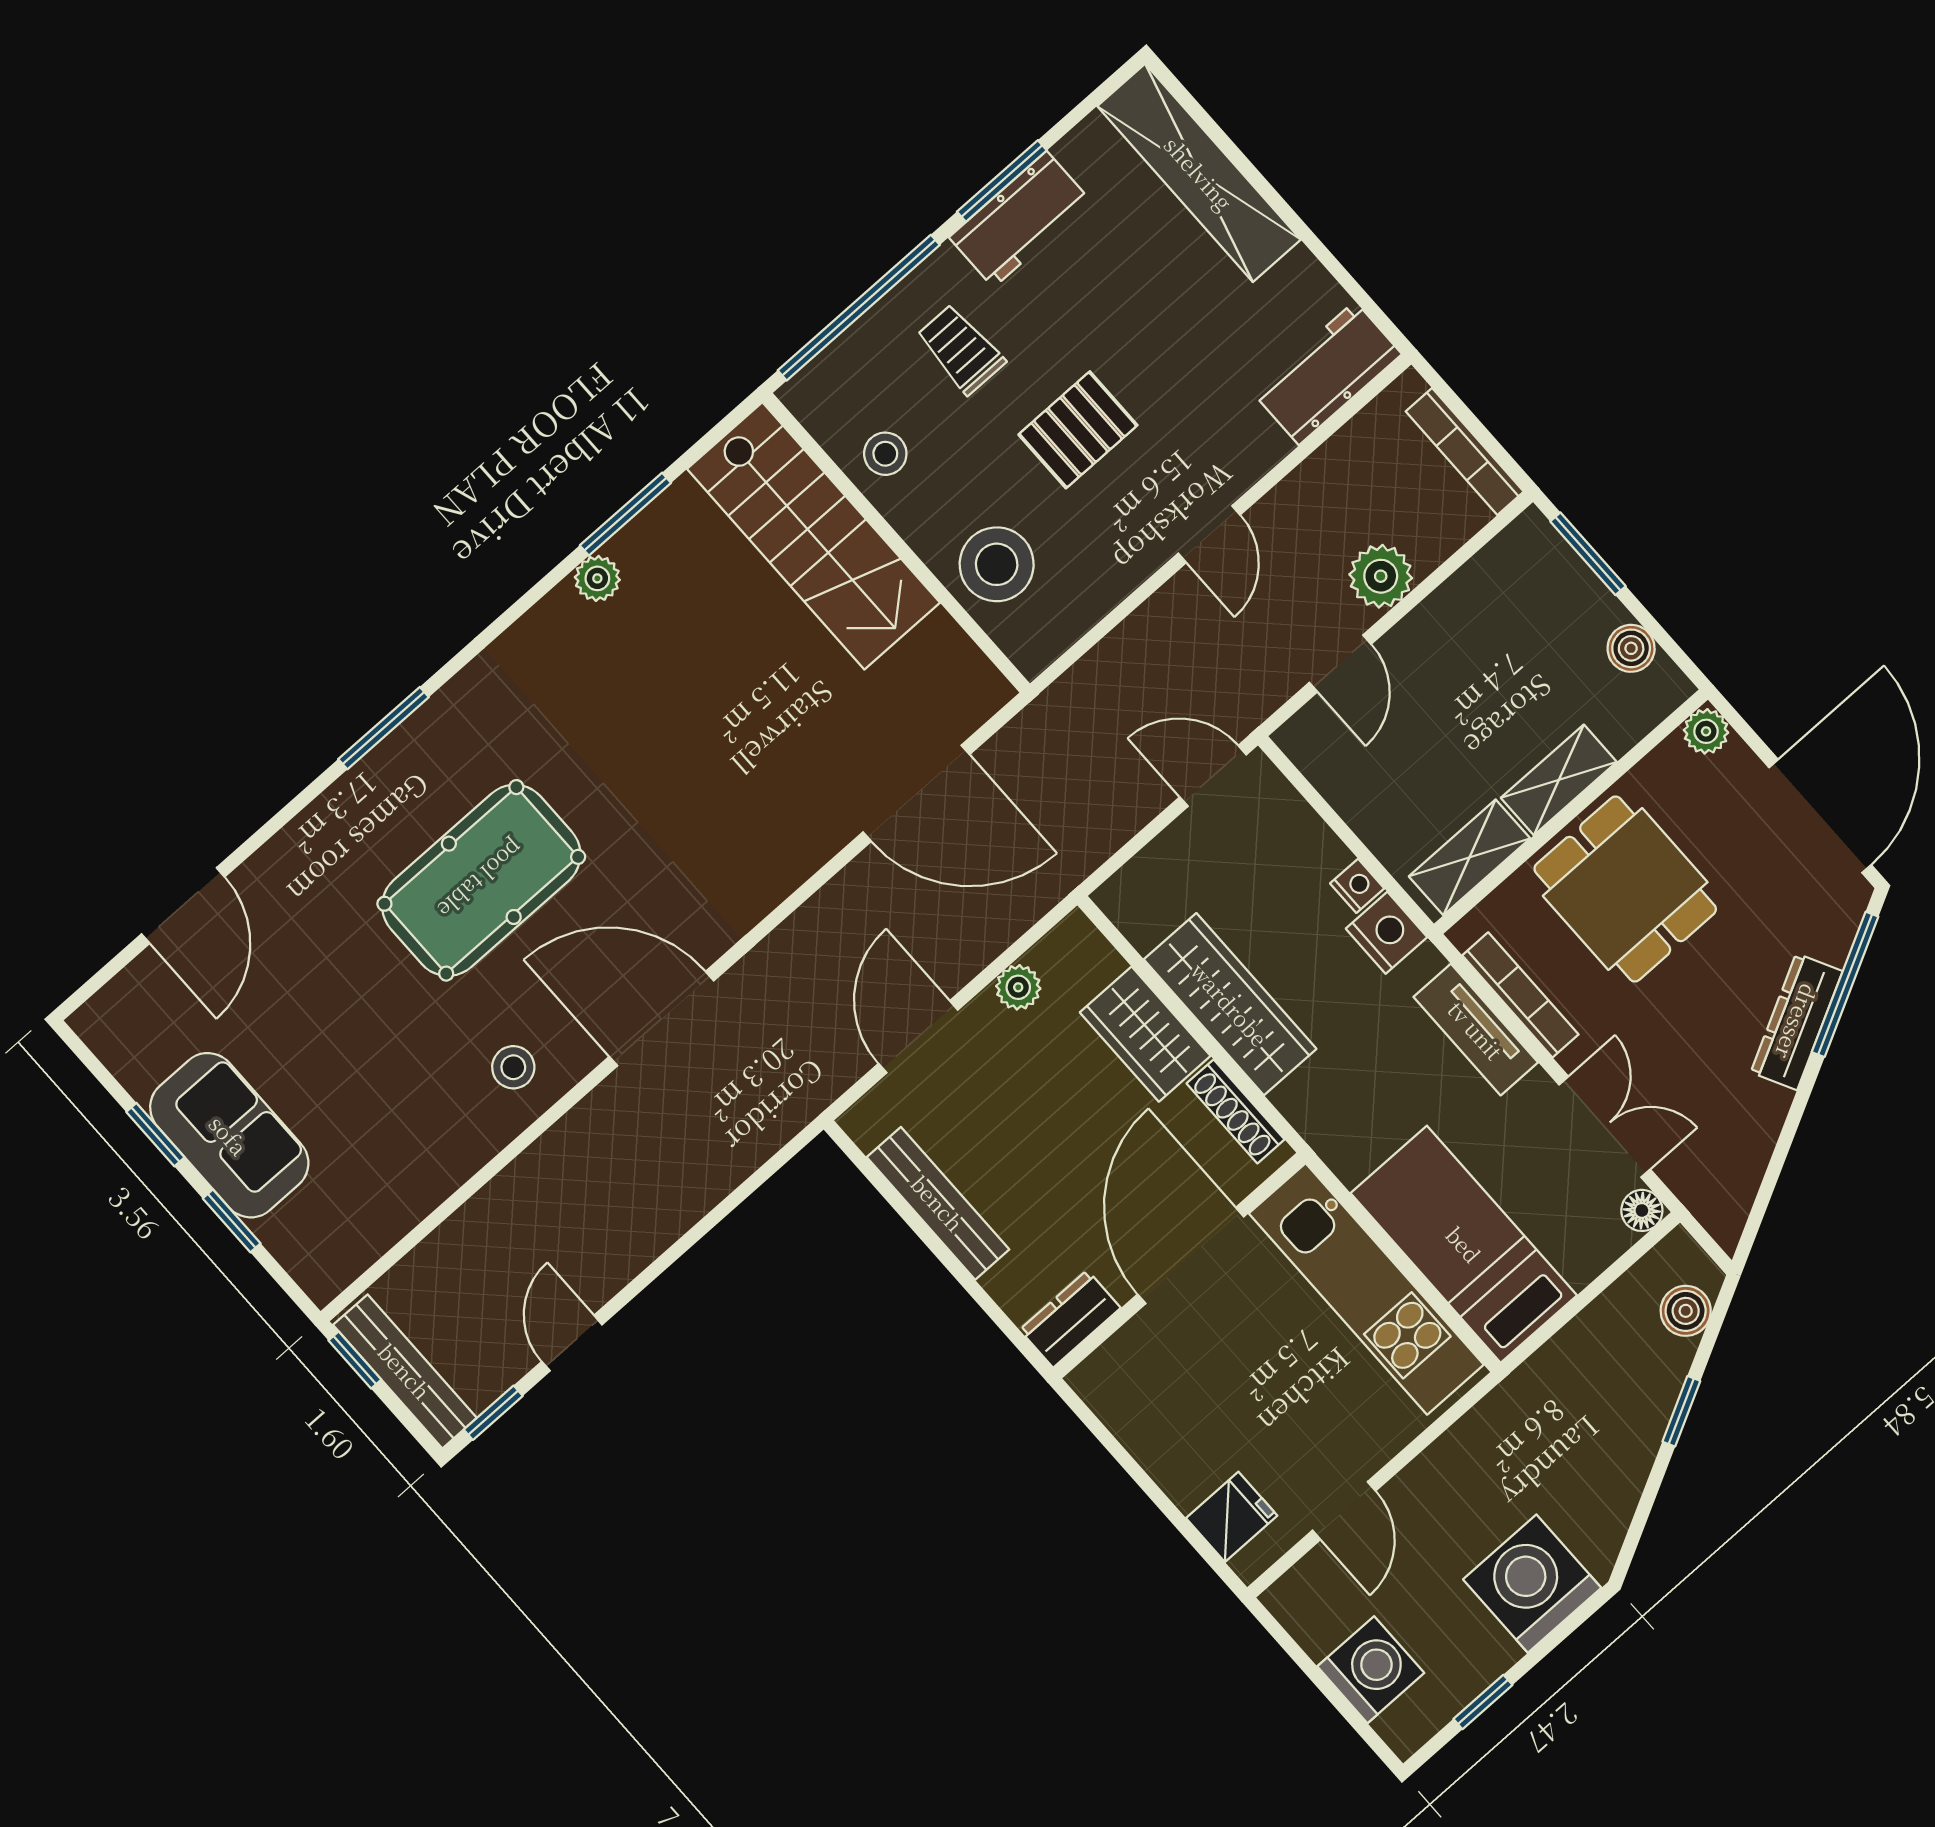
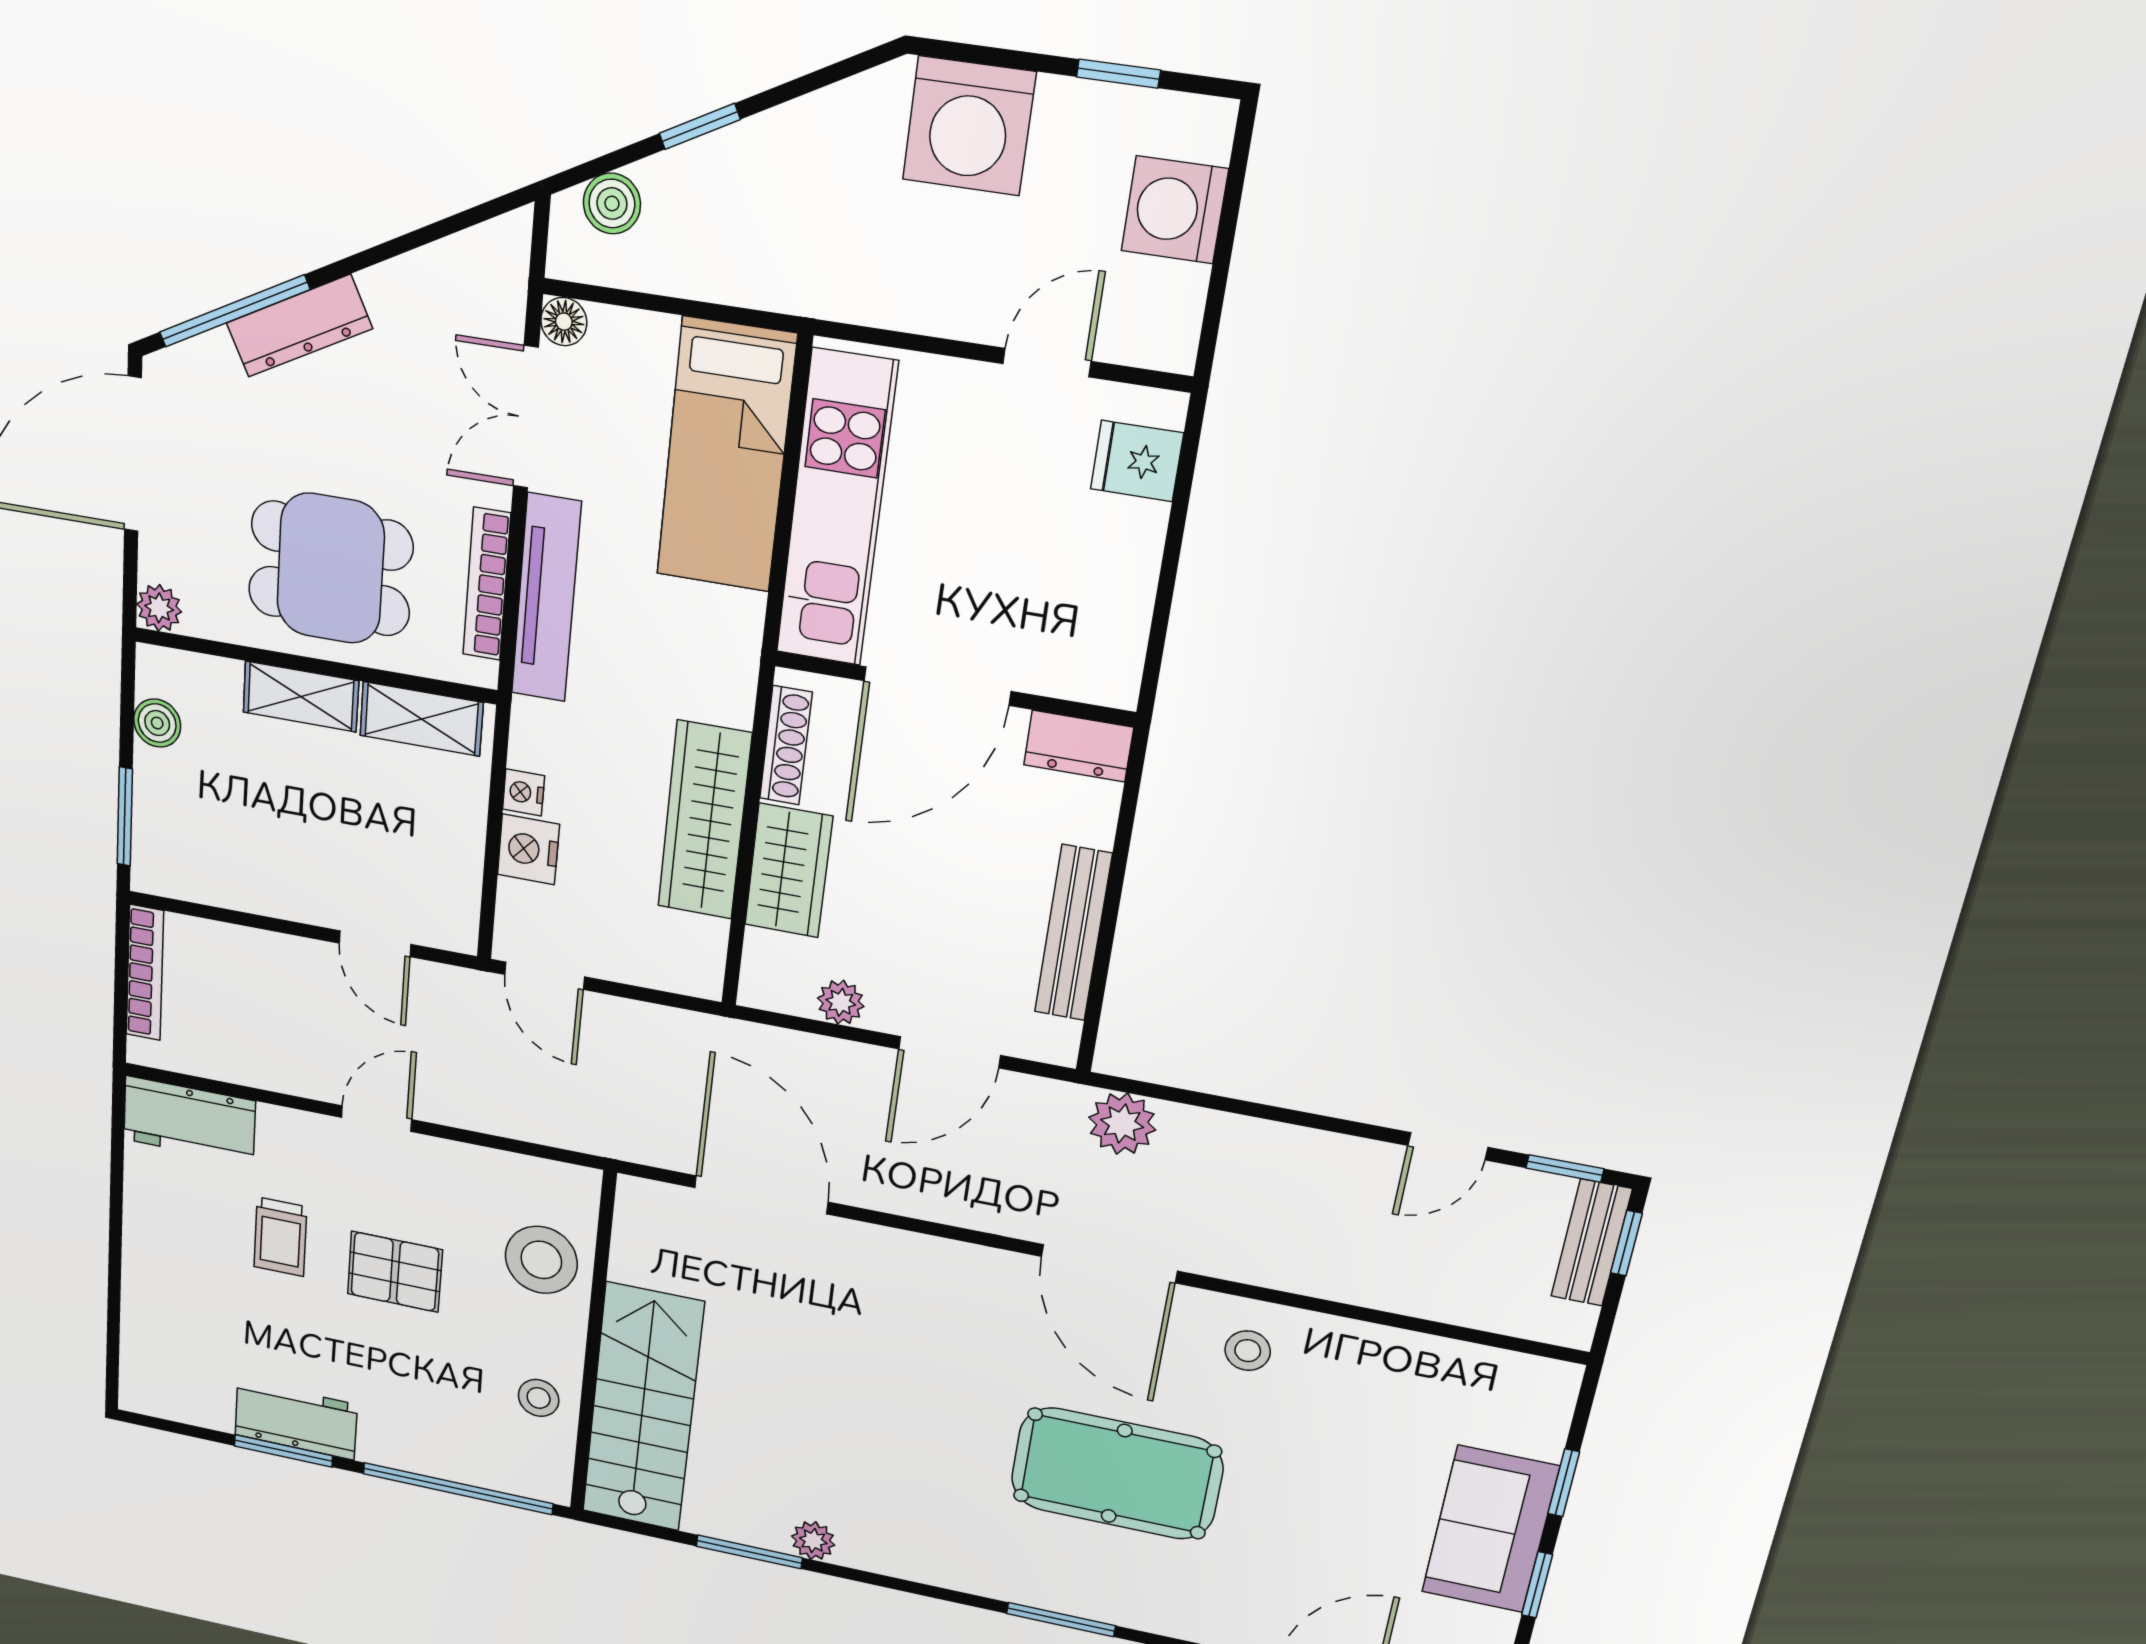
shelving: (1199, 173) -> (149, 1318), removed
trolley: (961, 349) -> (280, 1237), moved
plant: (1381, 576) -> (1122, 1124), moved
door: (1340, 663) -> (375, 944), swing flipped
dining table: (1625, 889) -> (330, 568), turned 90
nightstand: (1387, 933) -> (528, 849), moved
tv unit: (1476, 1030) -> (546, 598), width x1.41
window: (355, 1360) -> (1626, 1243), moved
bench: (405, 1371) -> (1591, 1243), width x0.73

